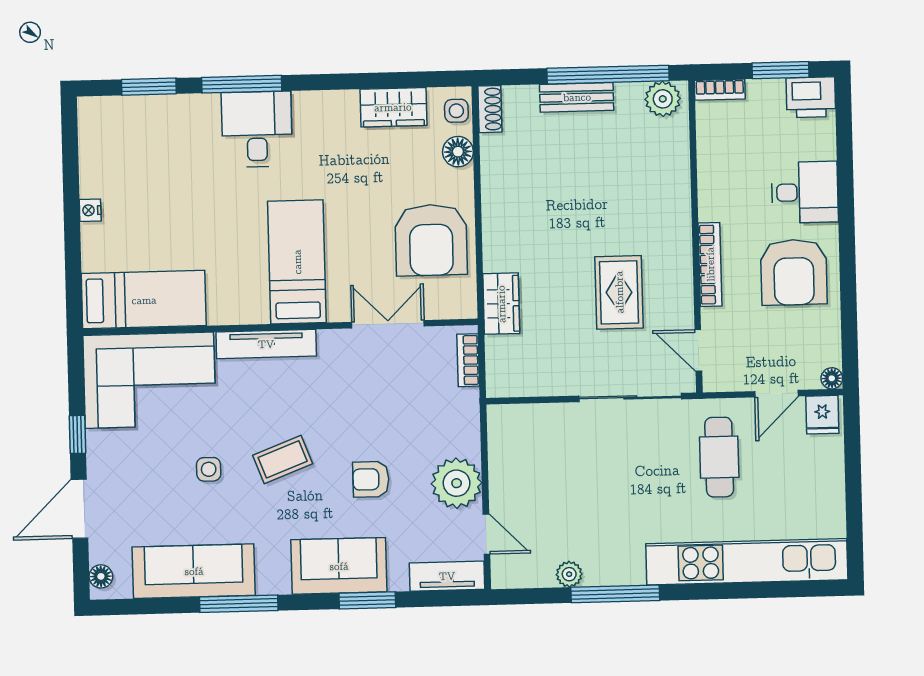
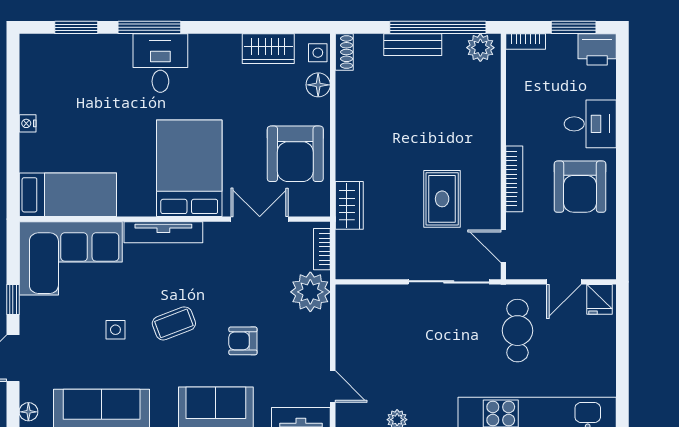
bed: (297, 262) -> (189, 168), width x1.50
floor lamp: (832, 378) -> (608, 271), removed
plant: (457, 483) -> (310, 292), moved

